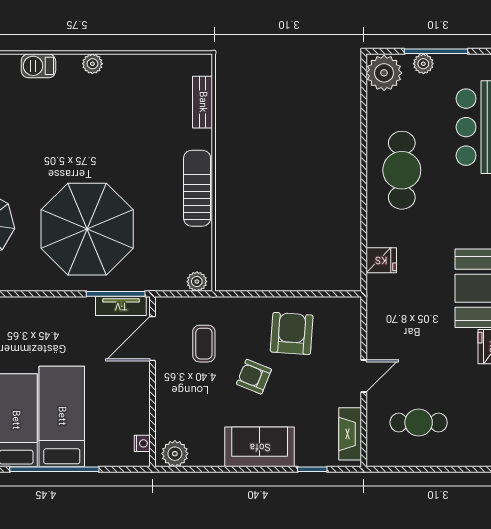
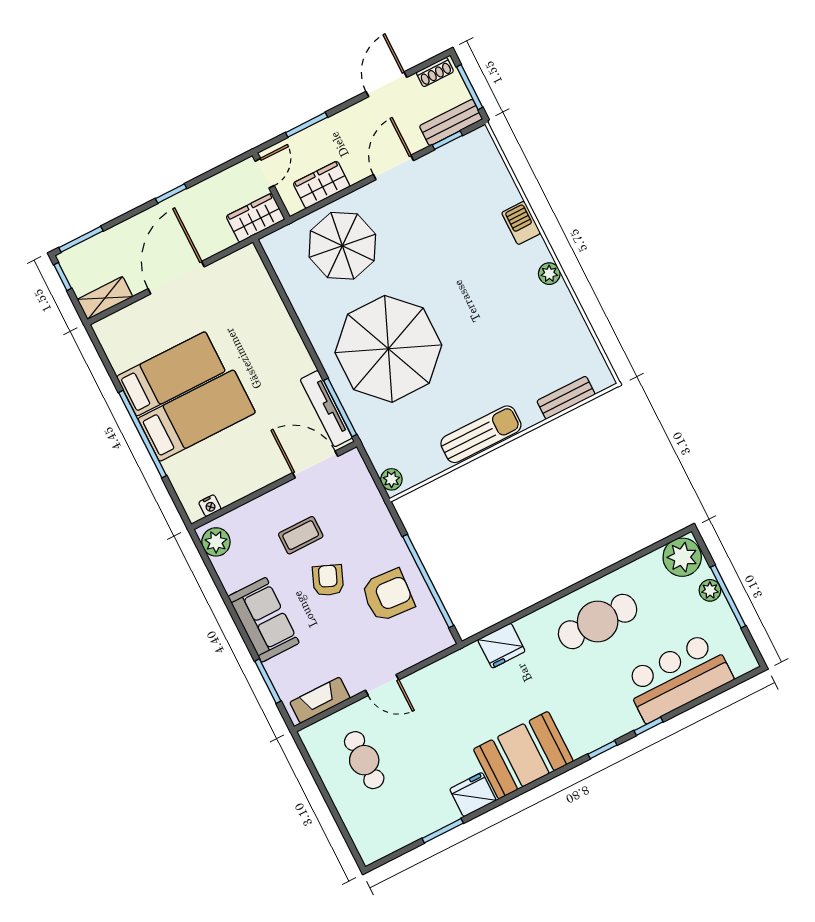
fridge: (381, 260) -> (501, 646), width x1.38
window: (297, 294) -> (428, 581), added
tv unit: (121, 306) -> (326, 409), width x1.41
coffee table: (204, 344) -> (301, 535), moved
window: (312, 469) -> (268, 681), width x1.50

